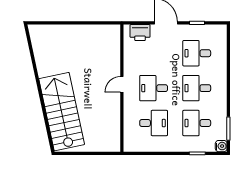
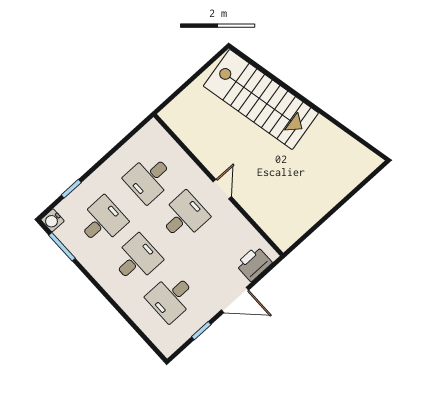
desk: (197, 53) -> (171, 297), turned 180

